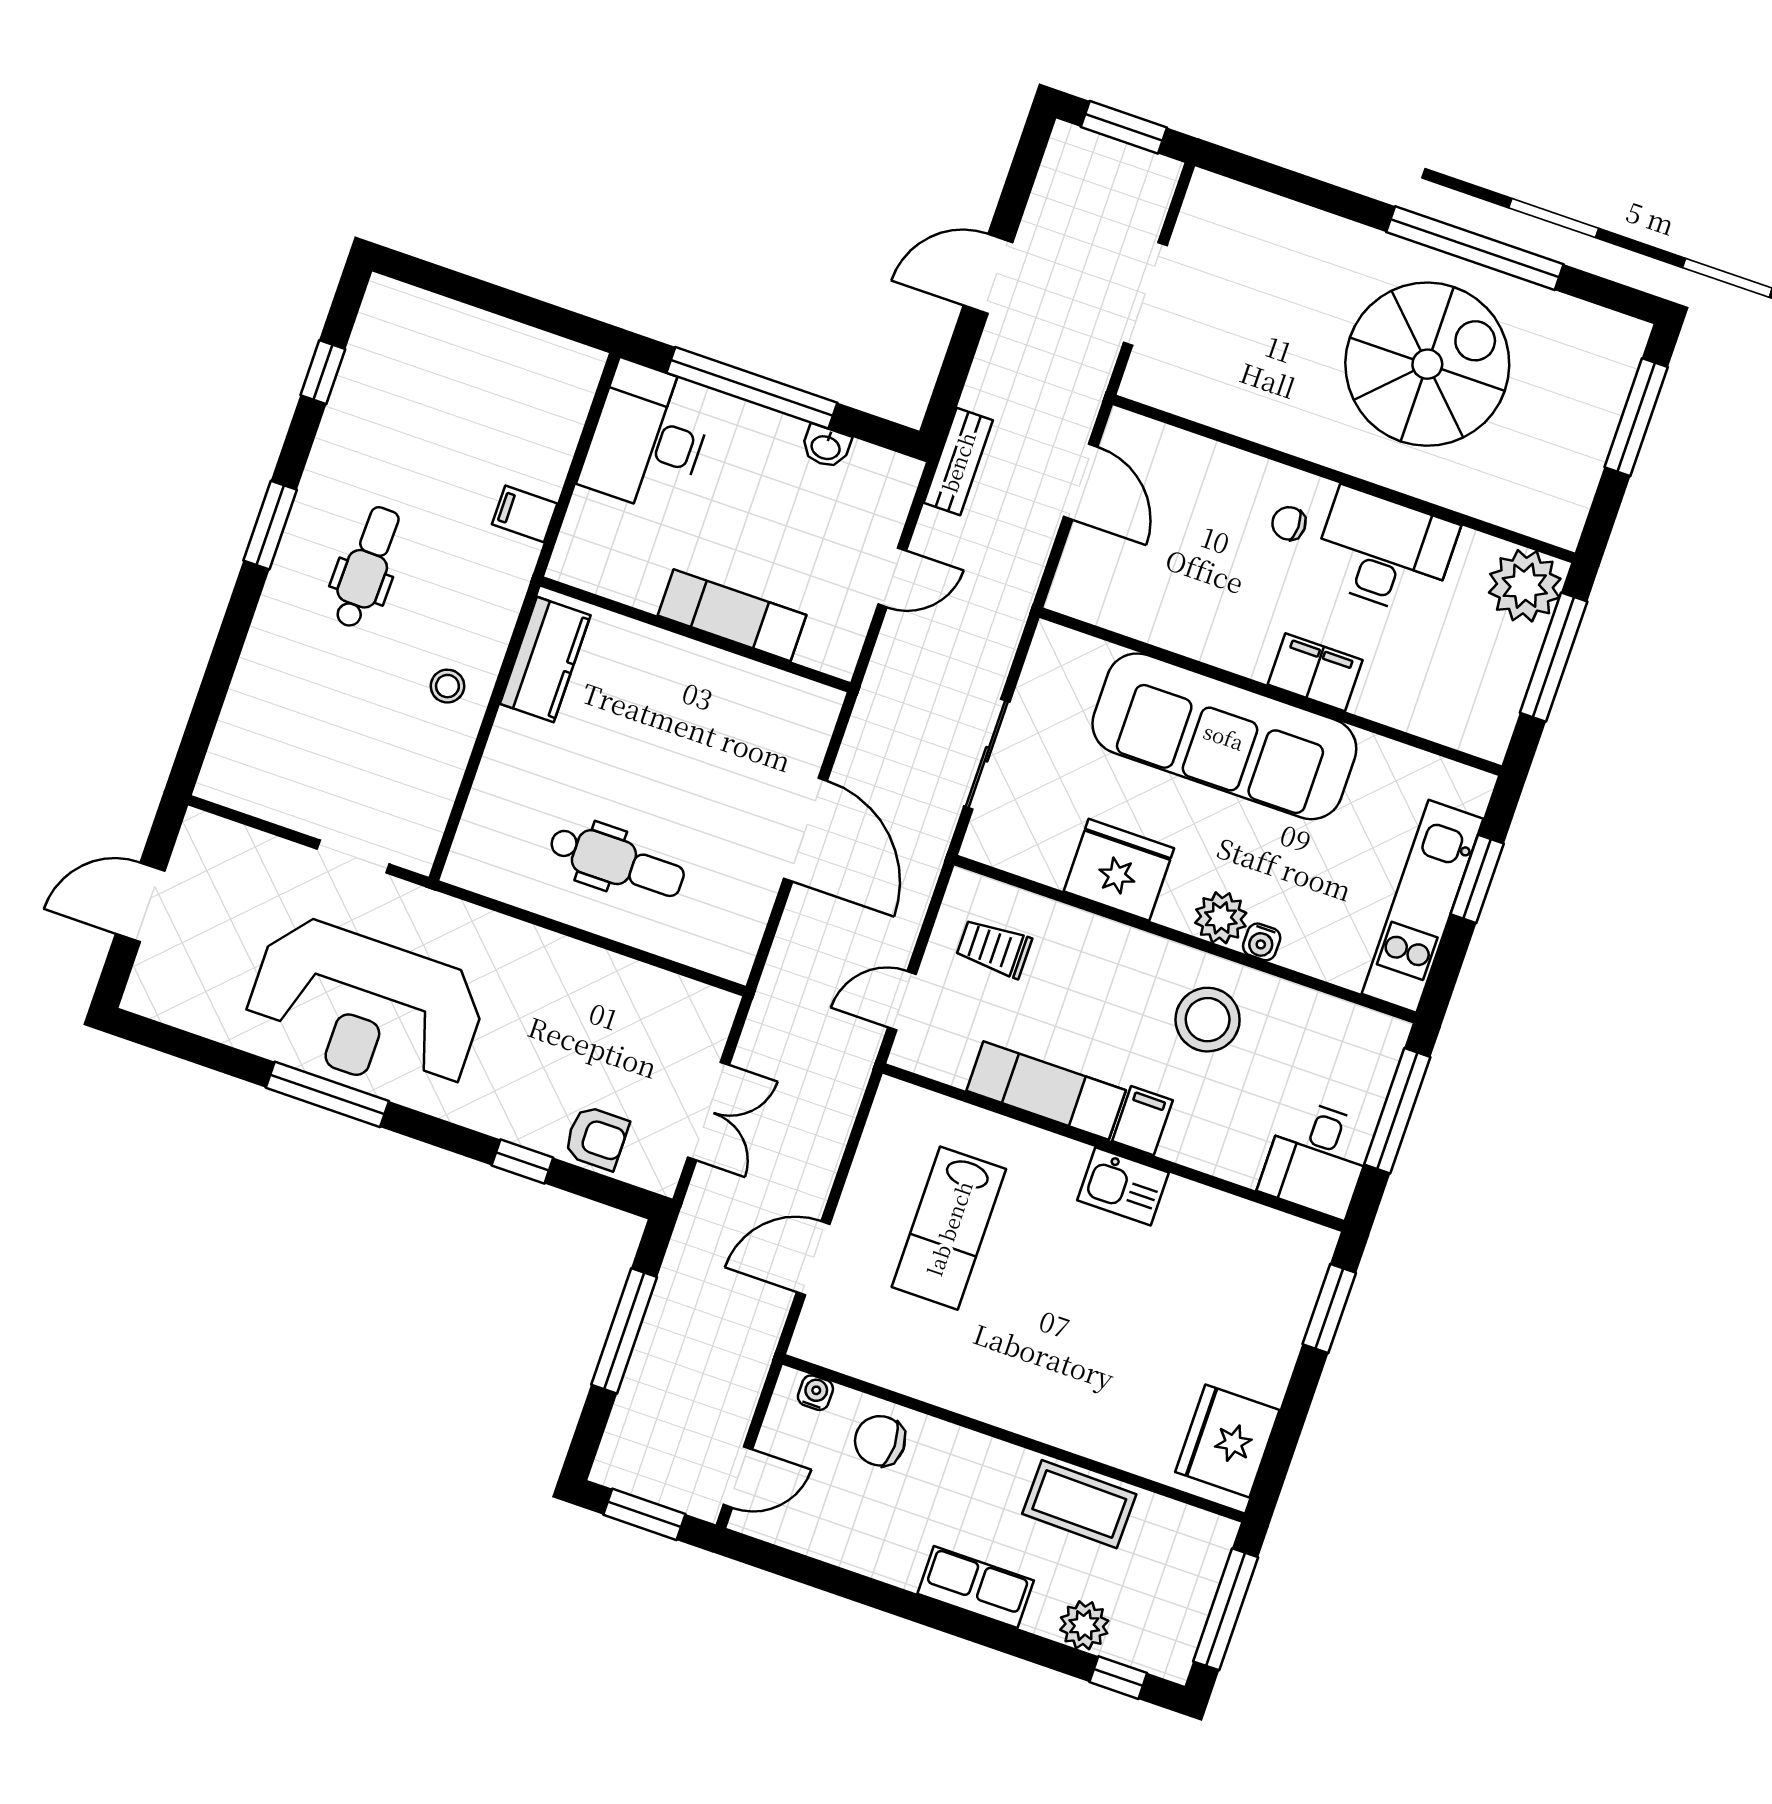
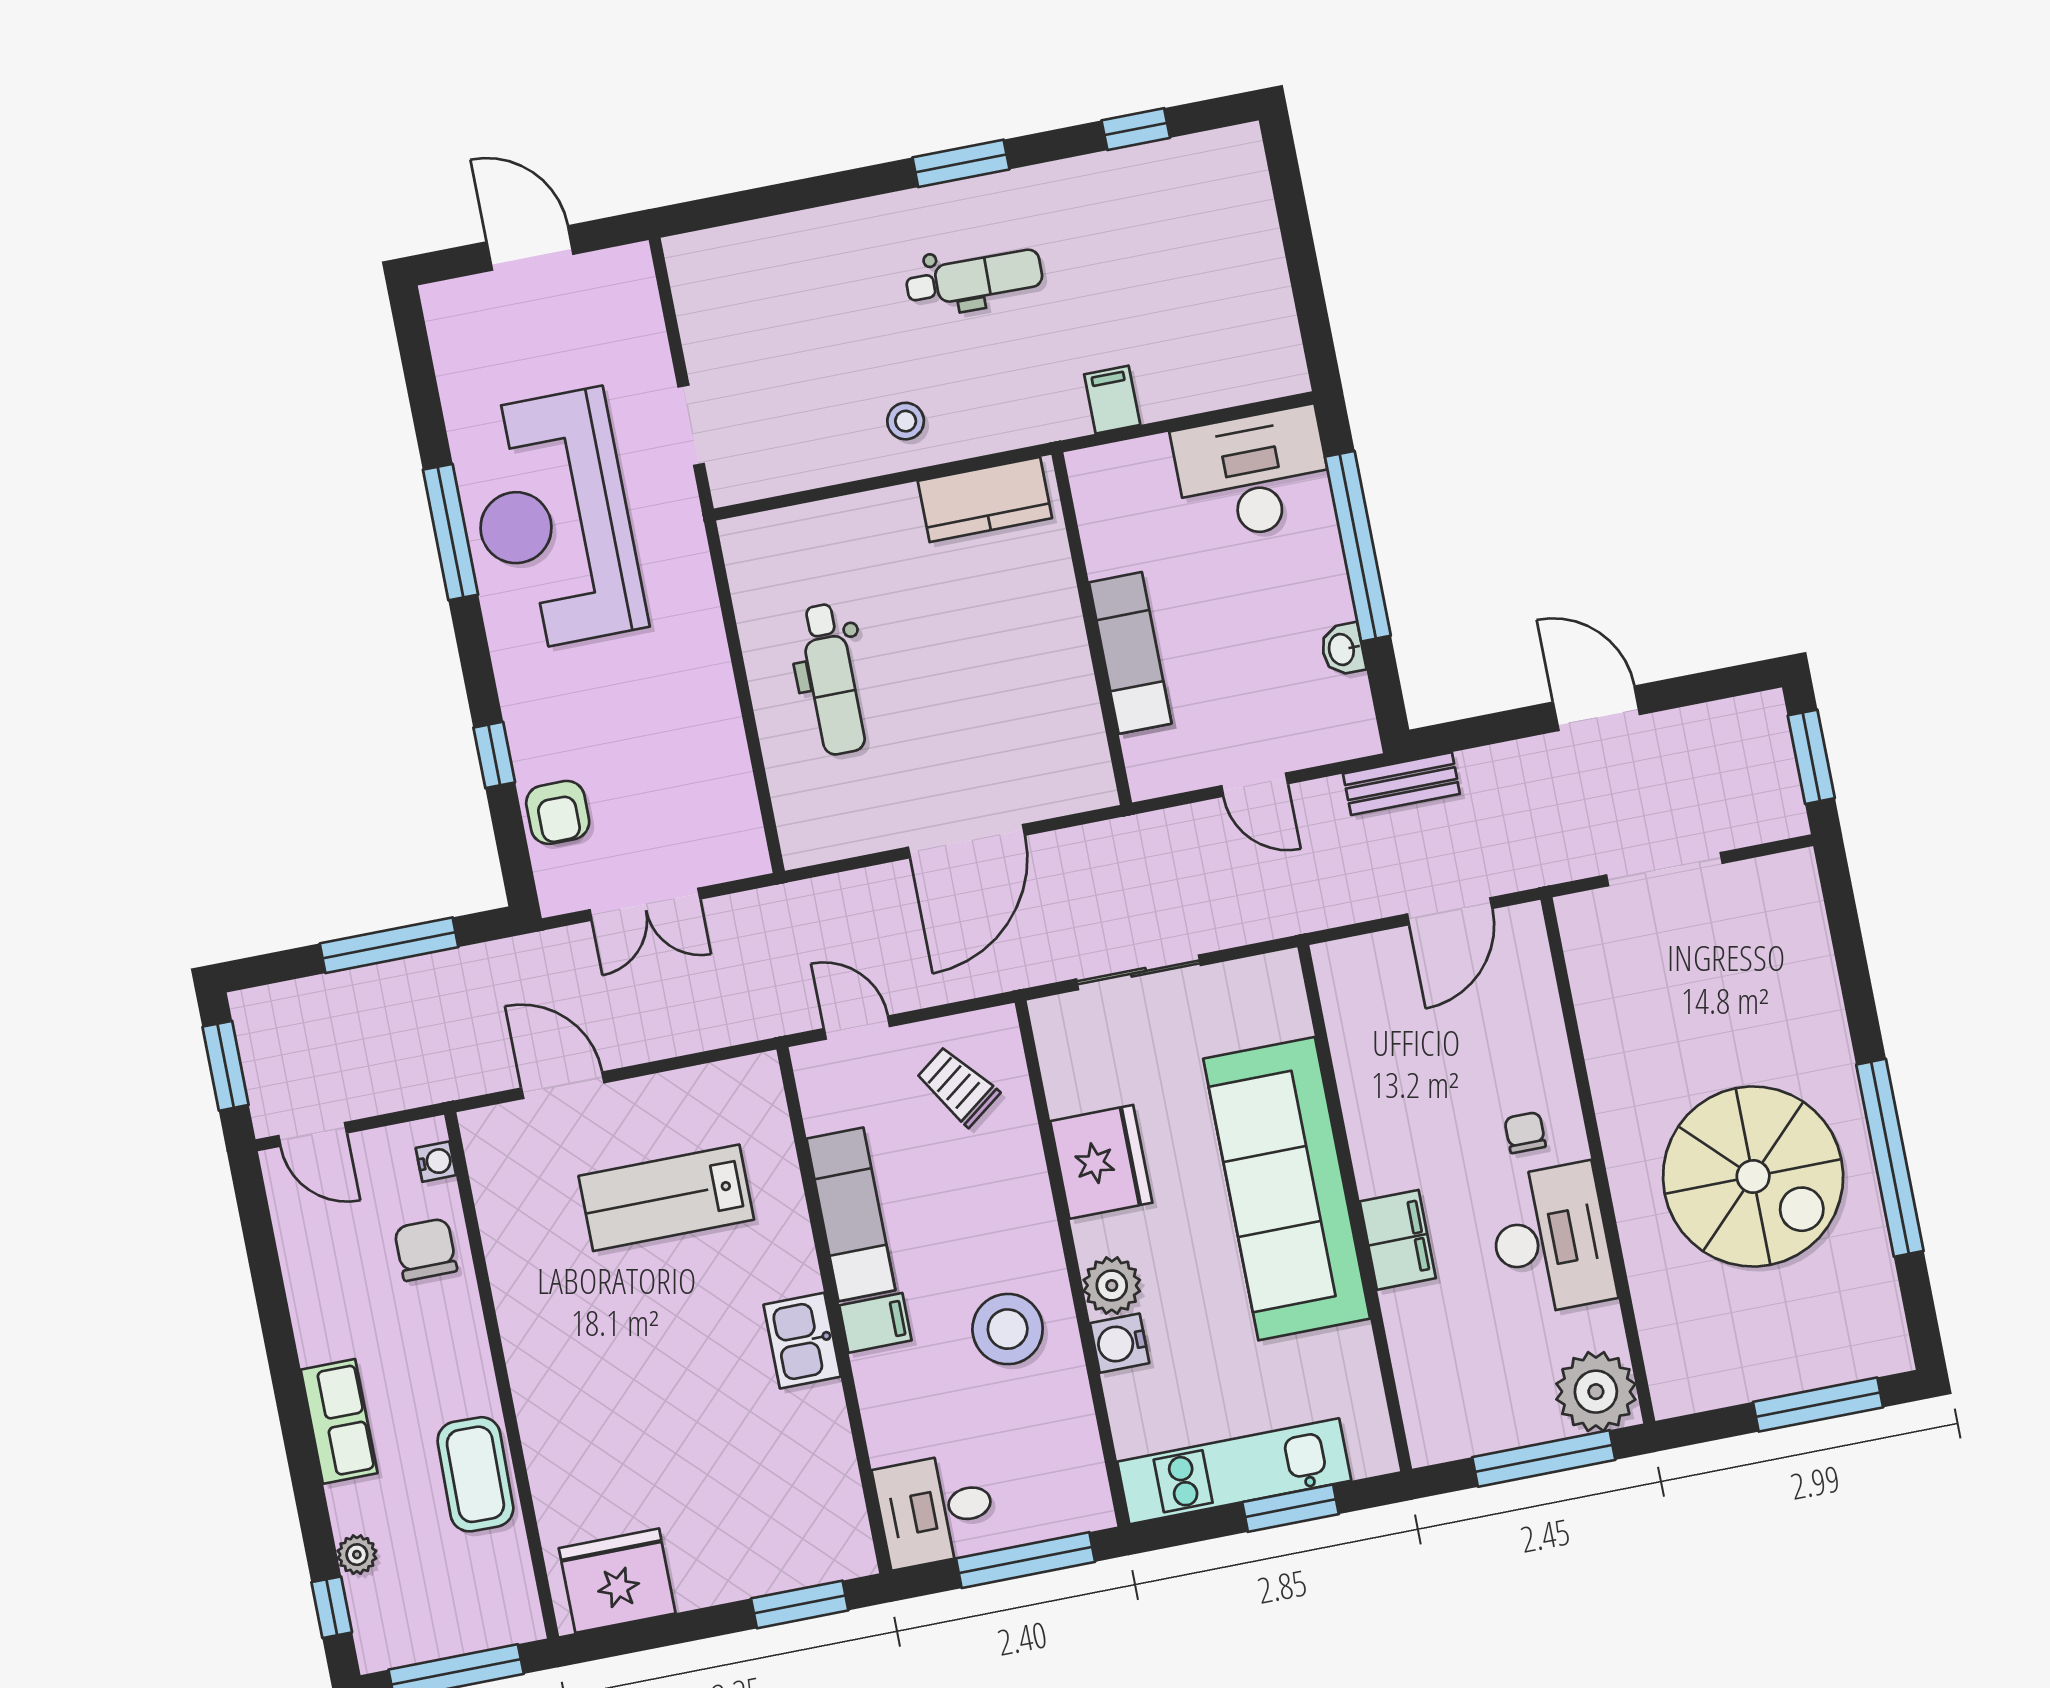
water cooler: (1262, 942) -> (1120, 1343), width x1.38, depth x1.38
trolley: (994, 948) -> (958, 1086), turned -37
plant: (1084, 1625) -> (357, 1555), width x0.73, depth x0.73

